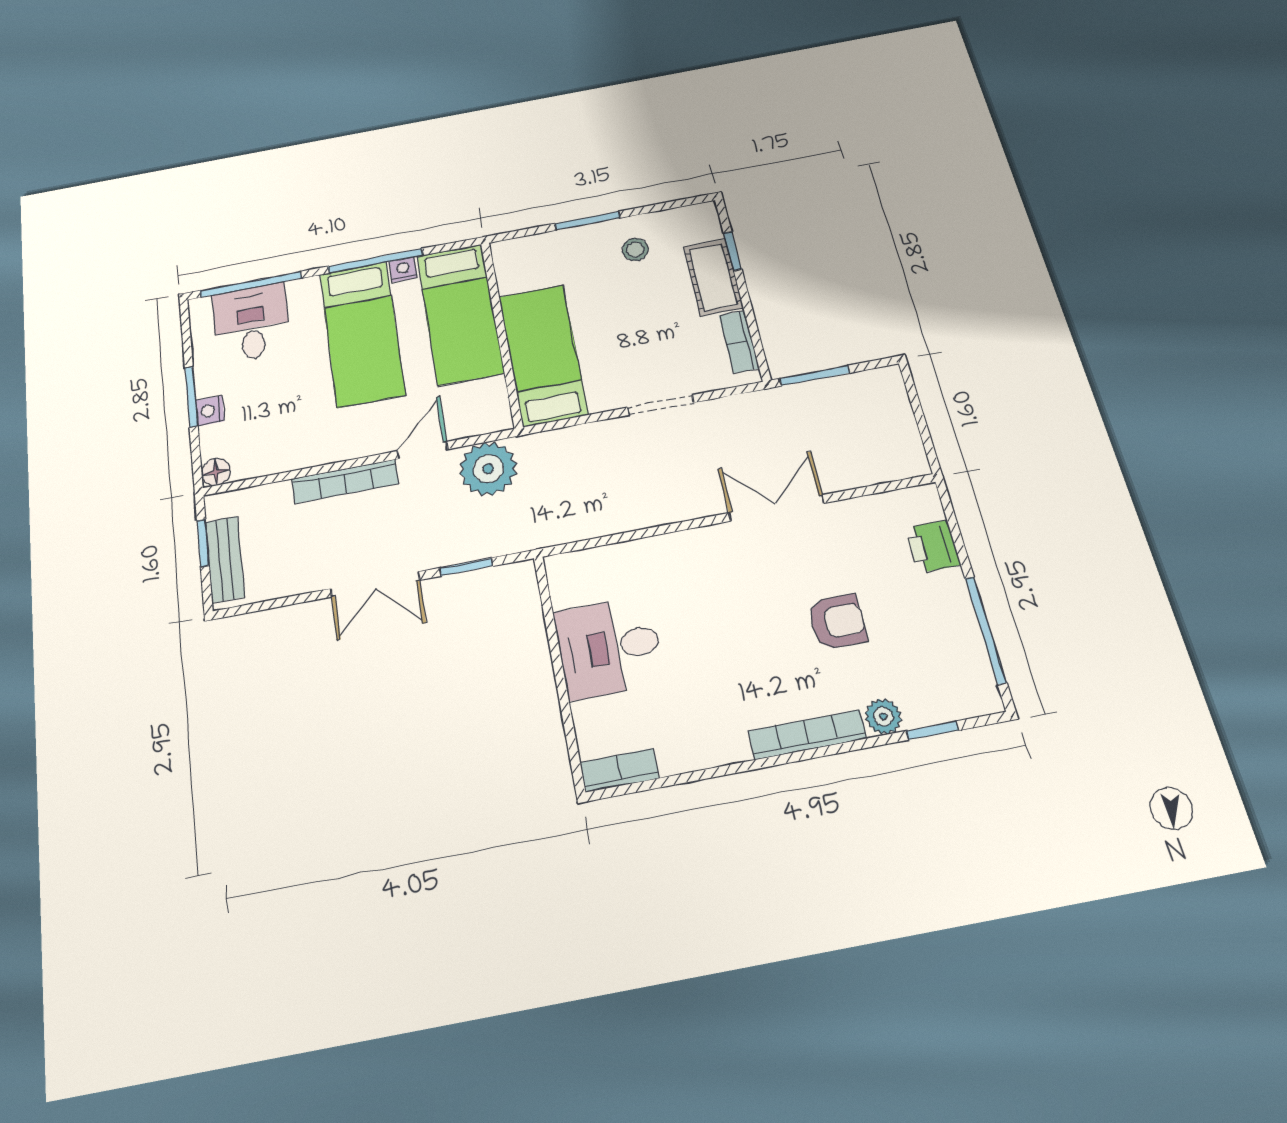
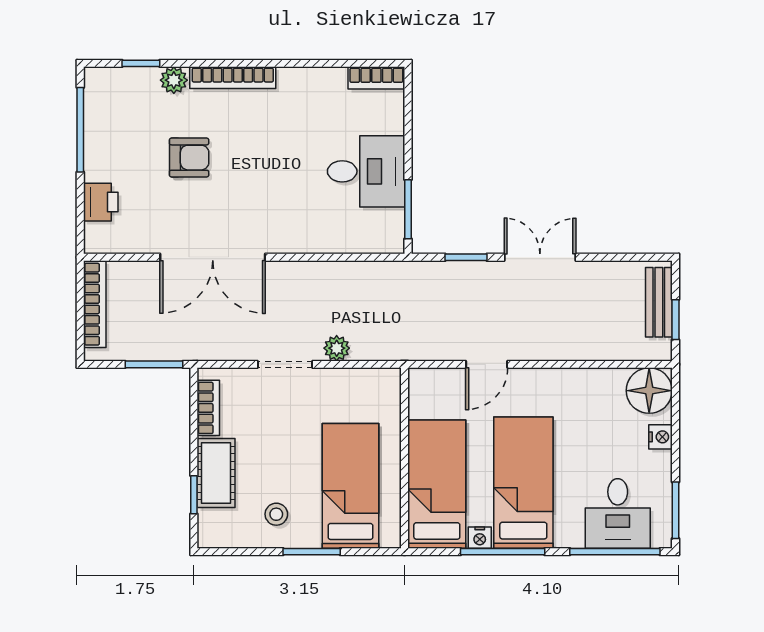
bed: (543, 355) -> (350, 486), moved, turned 180
window: (191, 397) -> (675, 510), moved
plant: (488, 469) -> (337, 348), moved, width x0.53, depth x0.53
floor lamp: (216, 472) -> (649, 391), width x1.89, depth x1.89
bookcase: (345, 481) -> (95, 304), moved, turned 90
double door: (776, 508) -> (213, 257), width x1.37
window: (548, 611) -> (408, 209), added
armchair: (837, 622) -> (189, 158), turned 180

